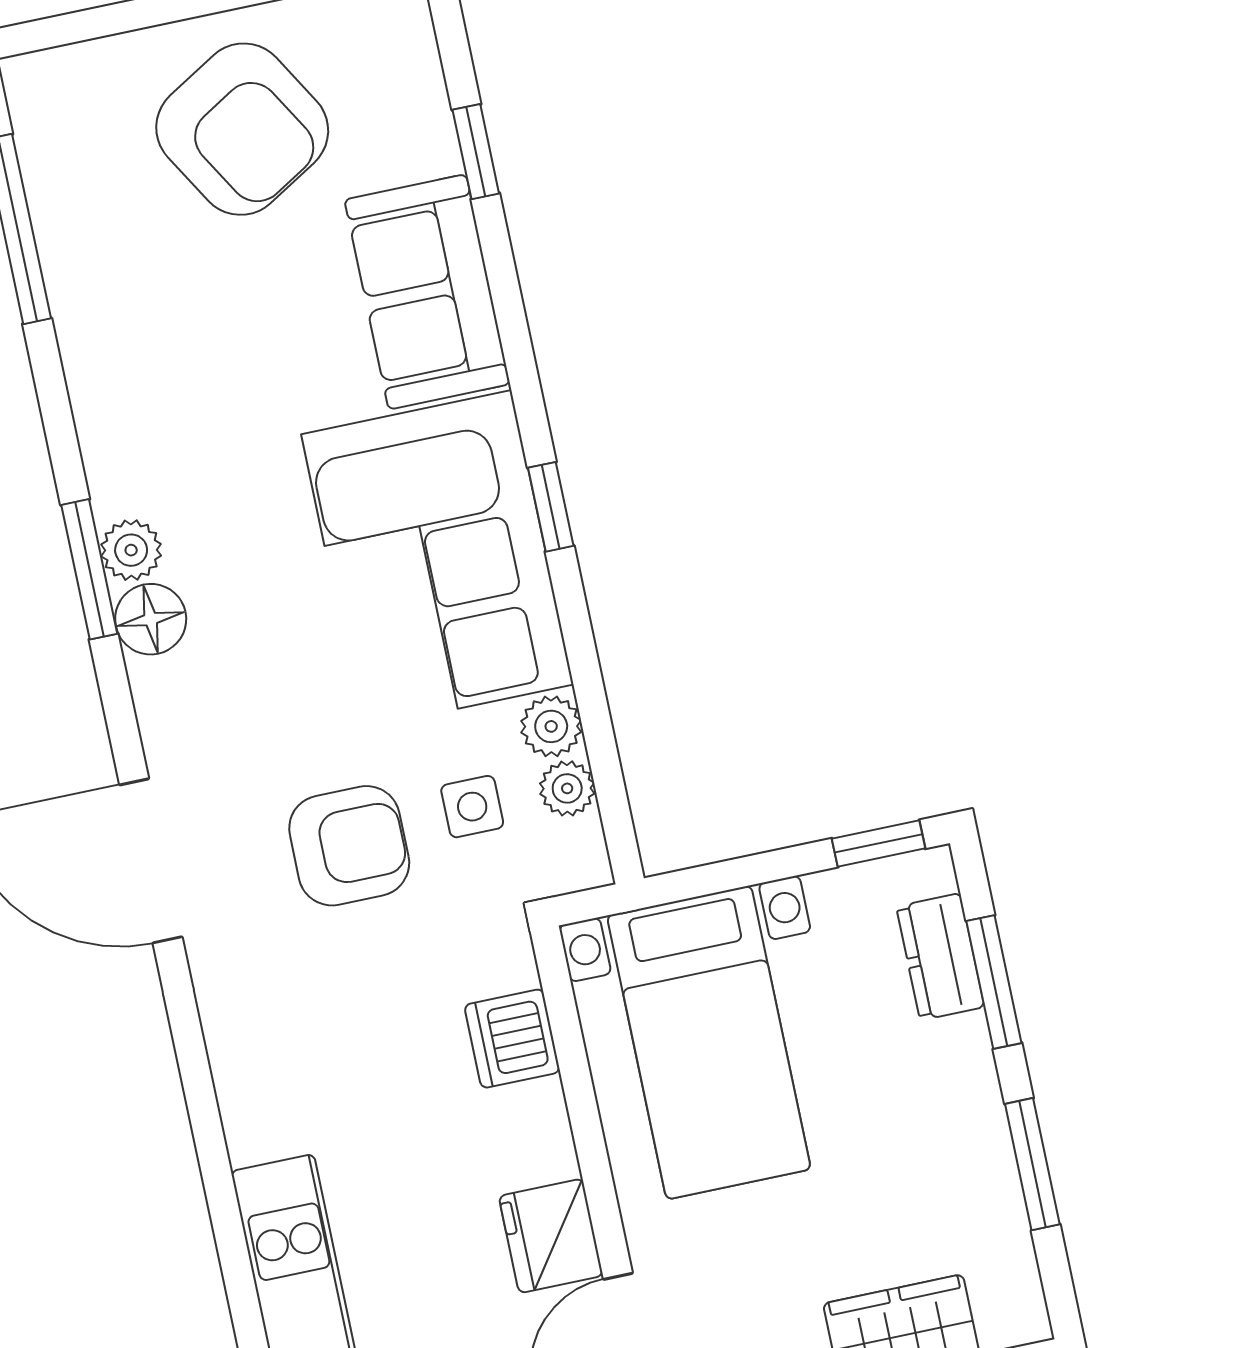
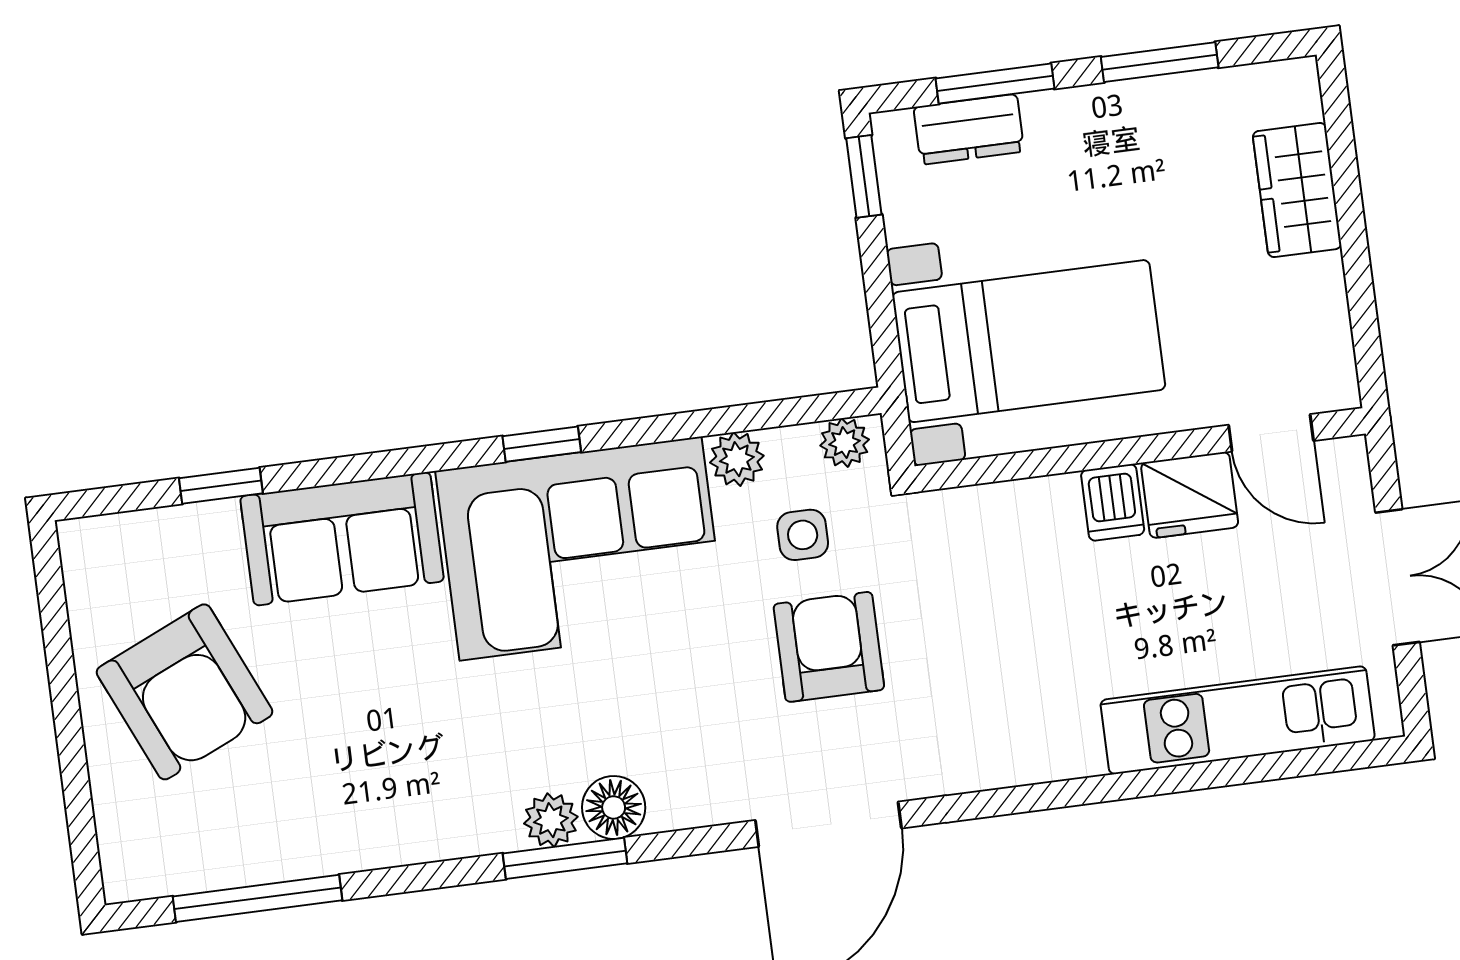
armchair: (242, 129) -> (184, 692), turned 97
plant: (567, 788) -> (845, 443), moved
dishwasher: (512, 1039) -> (1113, 502), moved, width x0.73

